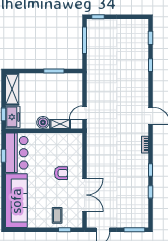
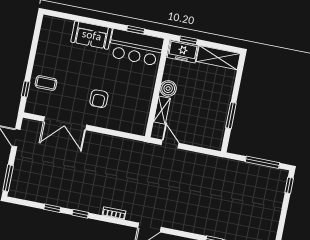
sofa: (16, 201) -> (92, 35), width x0.54, depth x0.79

